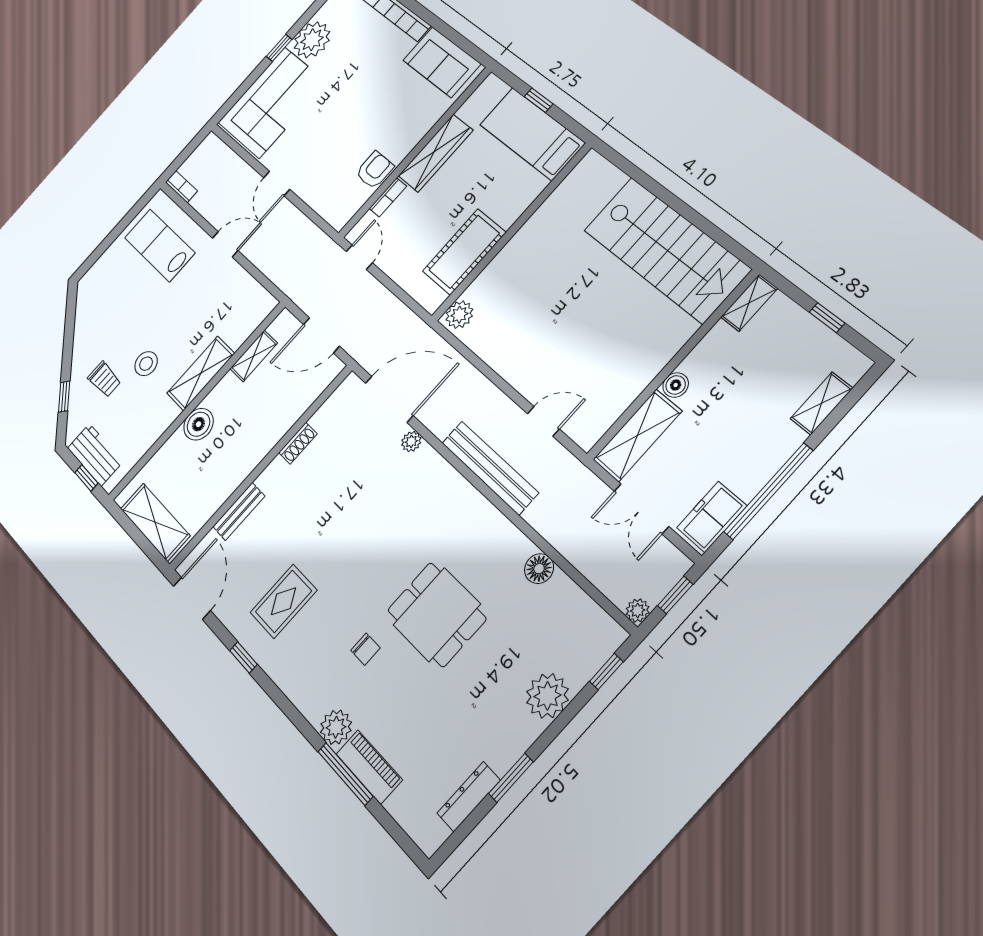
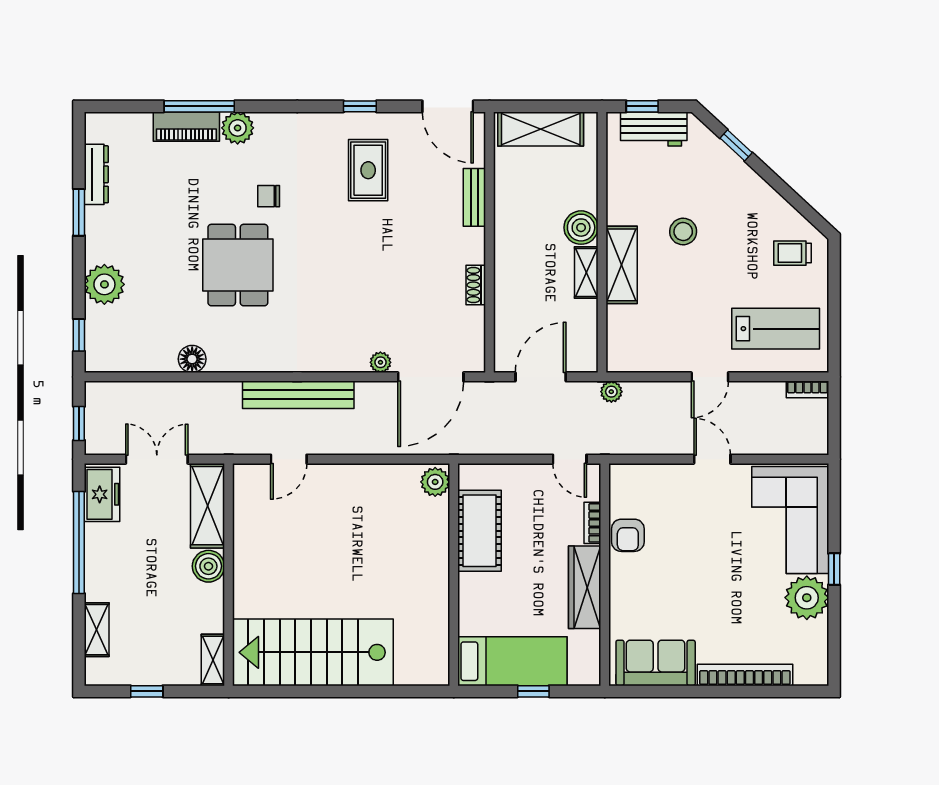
shelving: (254, 356) -> (586, 273), moved
trolley: (104, 379) -> (793, 253), moved
boiler: (676, 385) -> (208, 566), width x1.36, depth x1.36
plant: (638, 610) -> (611, 392), moved
dining table: (437, 614) -> (238, 265), turned 90

